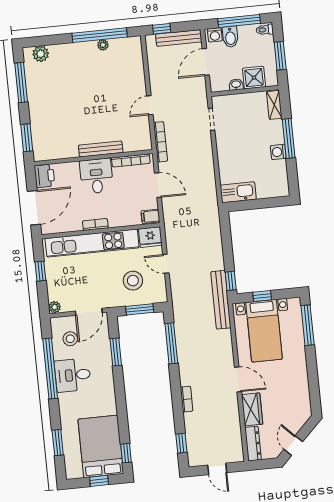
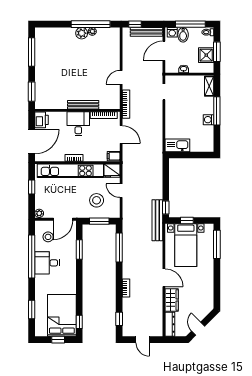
plant: (41, 54) -> (82, 33), moved
shower: (254, 78) -> (206, 55), moved

